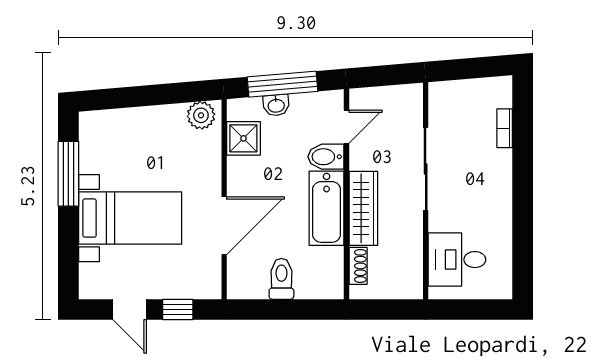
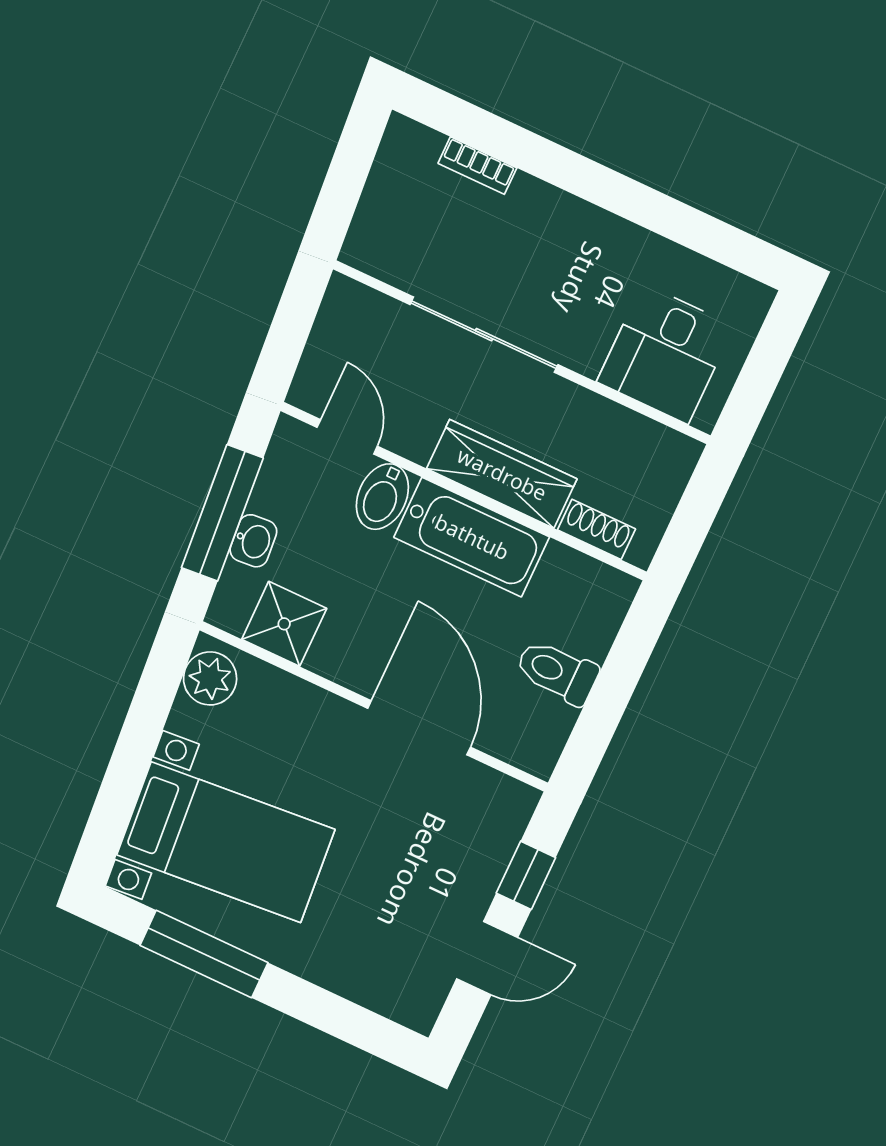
bed with nightstands: (130, 218) -> (226, 842), moved, turned 85

